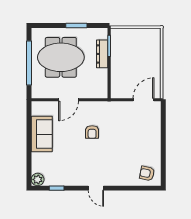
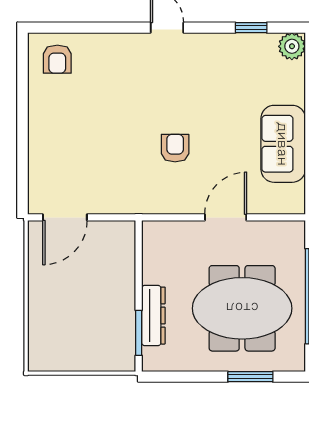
window: (76, 25) -> (250, 377), moved
armchair: (147, 173) -> (57, 59), turned 78

